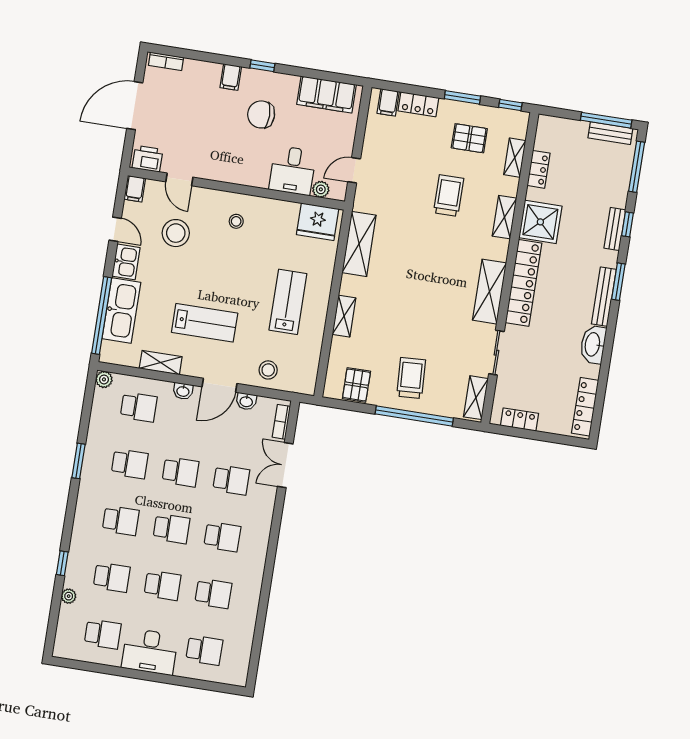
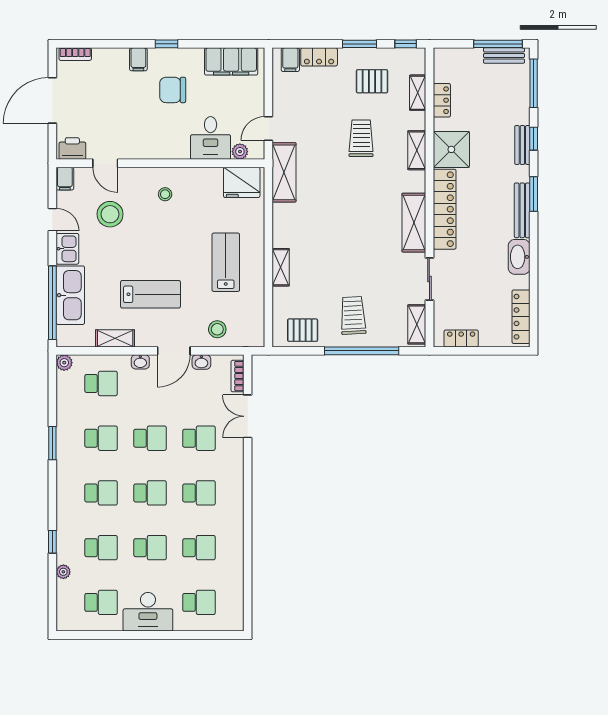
shelving: (359, 244) -> (284, 172), moved
pallet: (356, 385) -> (303, 330), turned 90

